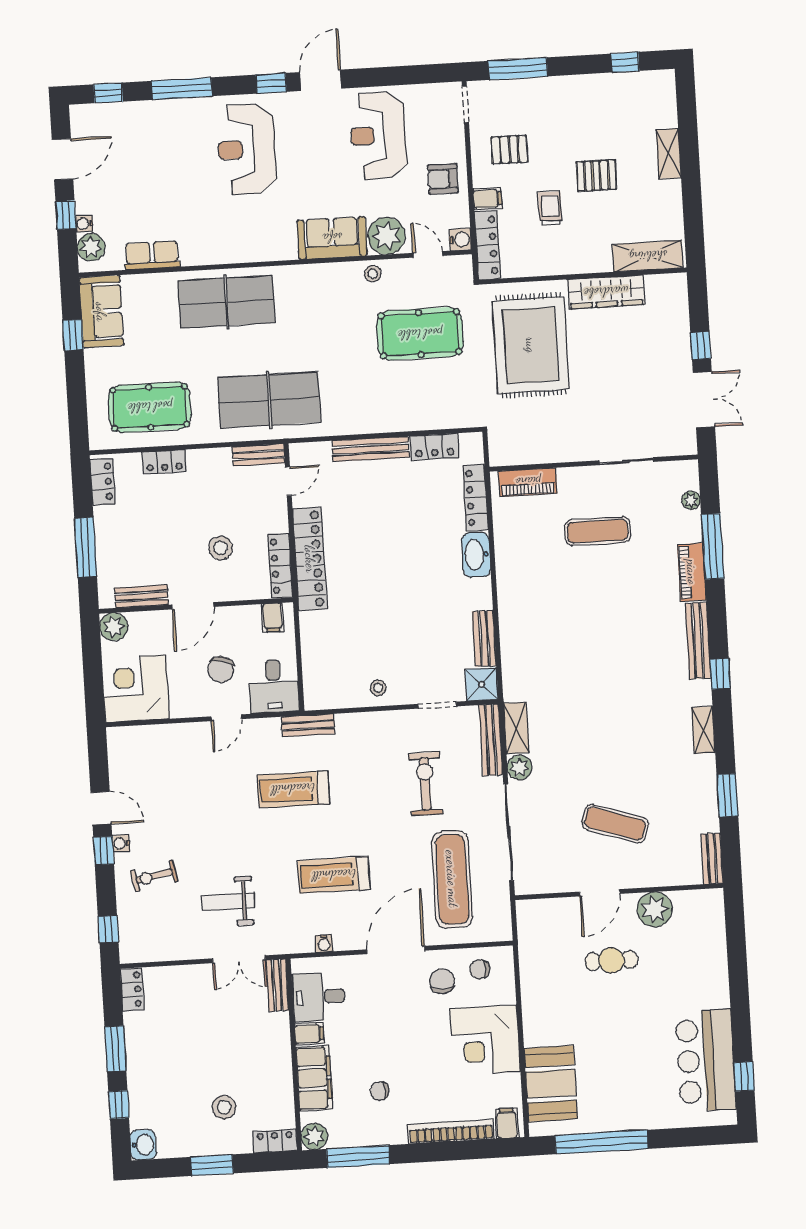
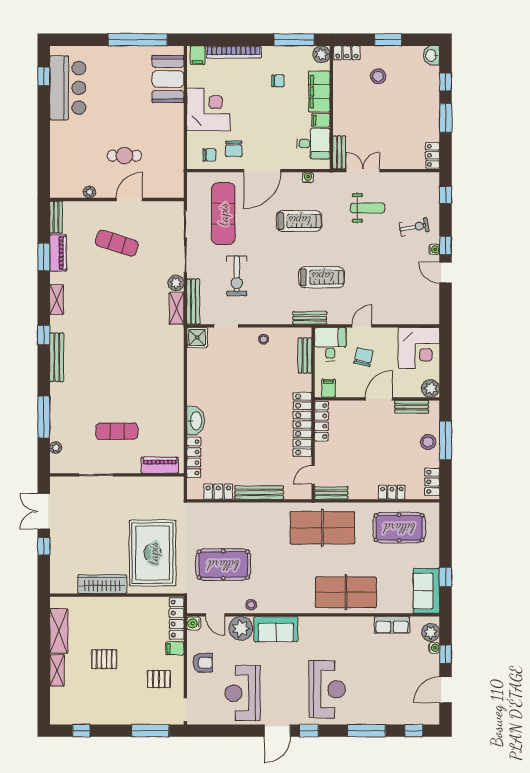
reception desk: (378, 135) -> (242, 693), turned 180
trolley: (550, 208) -> (135, 640), removed
shelving: (648, 256) -> (59, 631), moved, turned 90
stool: (221, 548) -> (428, 442), moved
piano: (692, 572) -> (58, 253), moved
bench: (484, 638) -> (305, 355), moved
plant: (655, 909) -> (89, 192), width x0.53, depth x0.53

